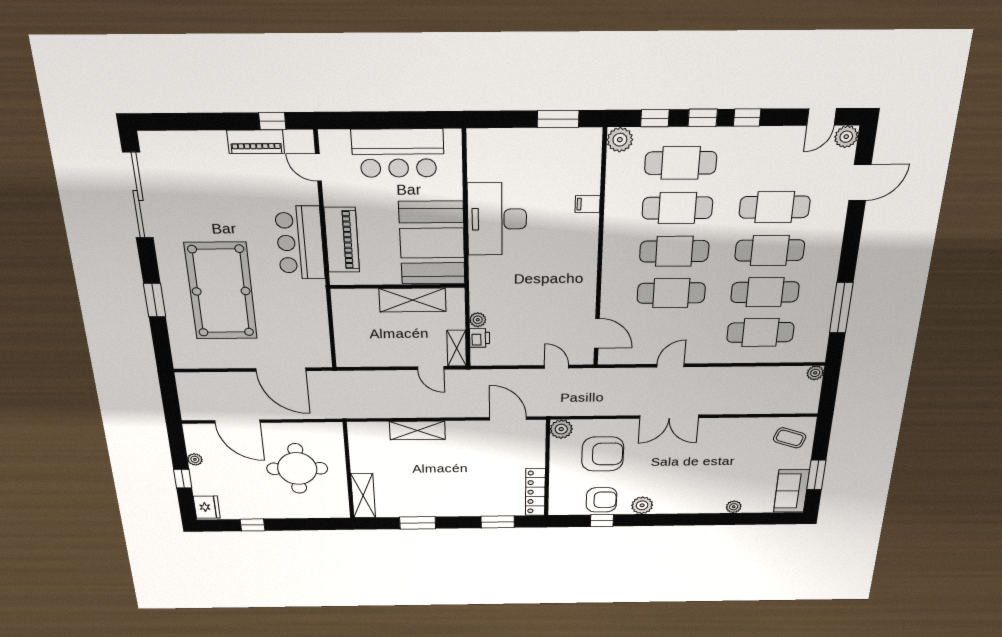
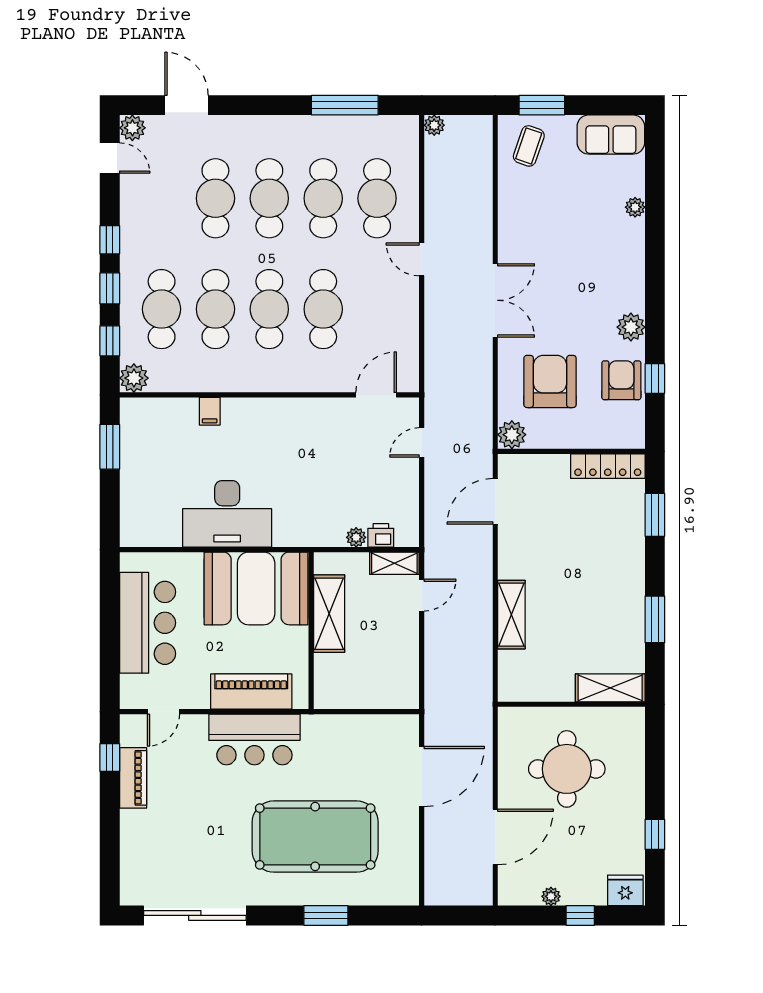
door: (670, 365) -> (422, 259), moved
window: (816, 475) -> (542, 105), moved

